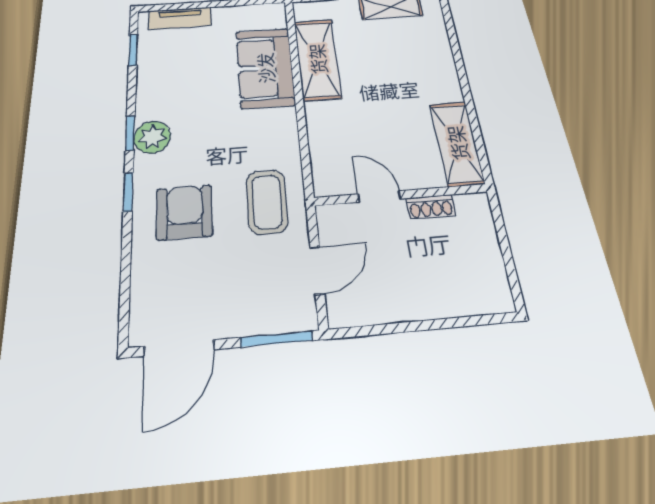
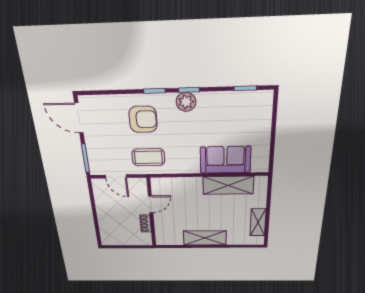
tv unit: (180, 18) -> (265, 115), removed
shelving: (457, 143) -> (205, 238), moved

